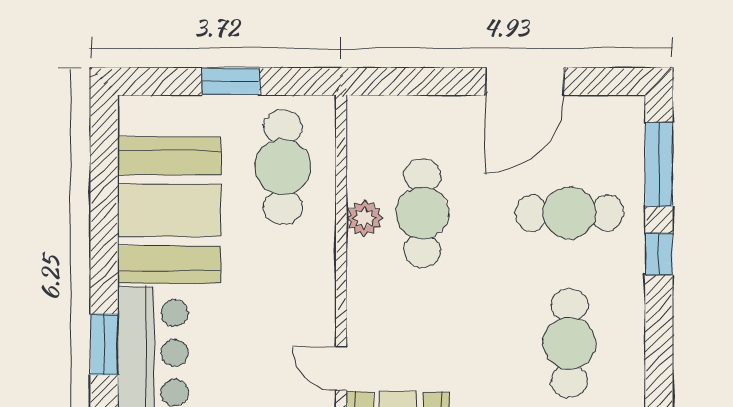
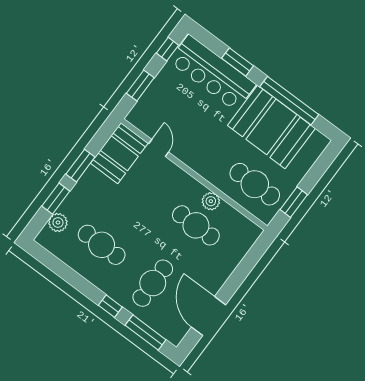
window: (230, 82) -> (294, 202), moved
door: (525, 82) -> (209, 316), moved
window: (104, 213) -> (289, 101), added
door: (341, 369) -> (159, 148), hinge flipped

